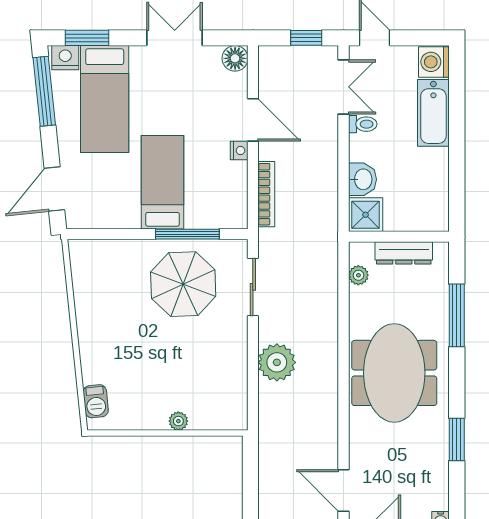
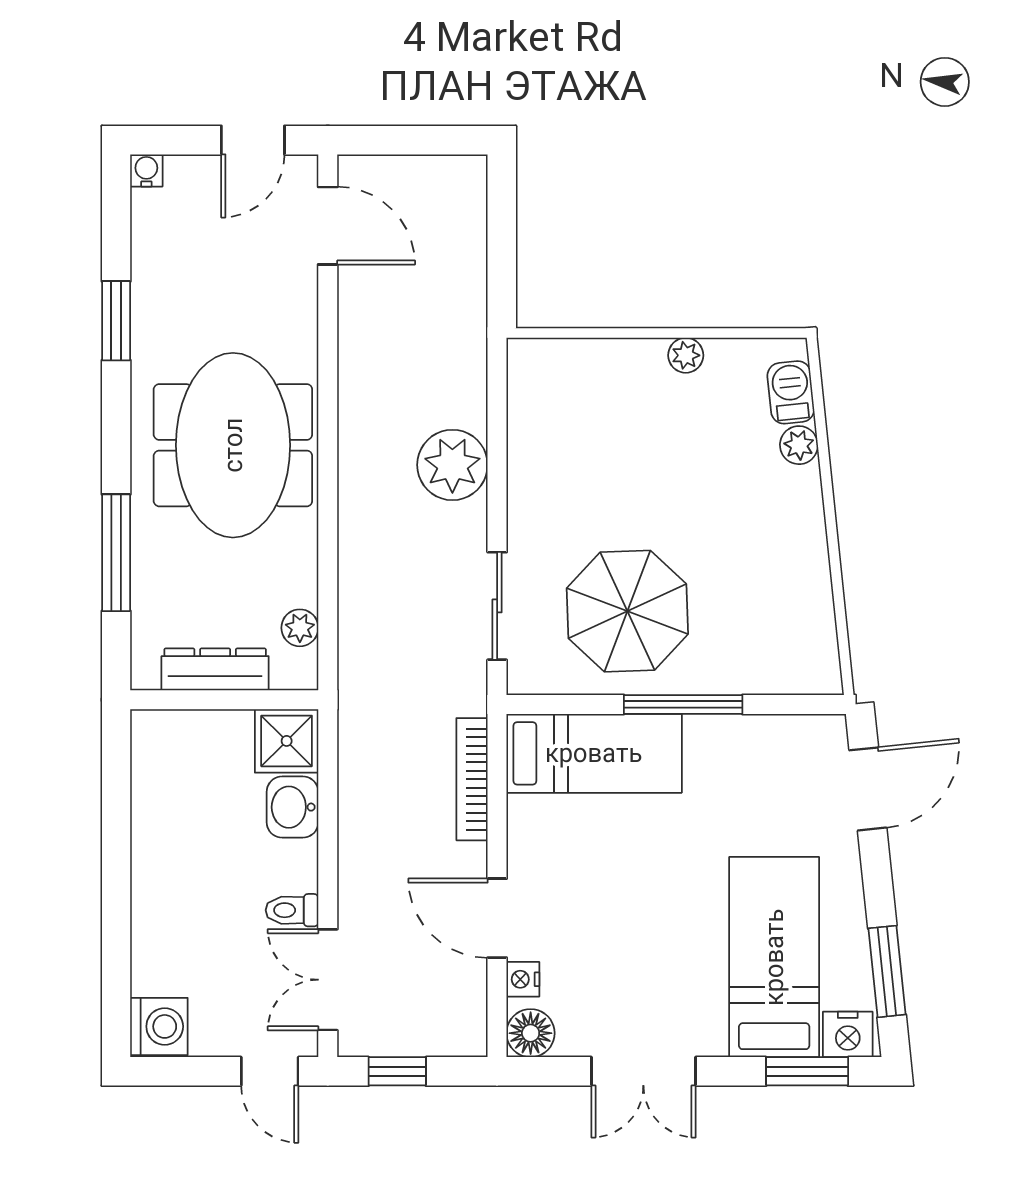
window: (44, 91) -> (887, 971), width x0.69
bathtub: (433, 113) -> (160, 931), removed
nightstand: (239, 150) -> (523, 979), moved
bed: (163, 182) -> (594, 753), moved, turned -90
window: (187, 234) -> (683, 705), moved
plant: (91, 373) -> (799, 445), added
plant: (178, 421) -> (686, 355), moved

